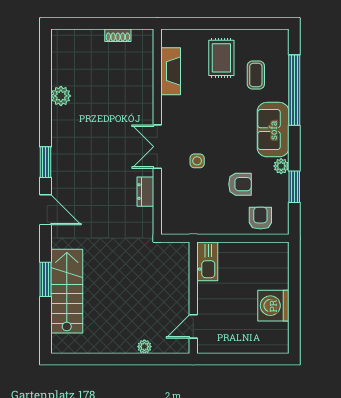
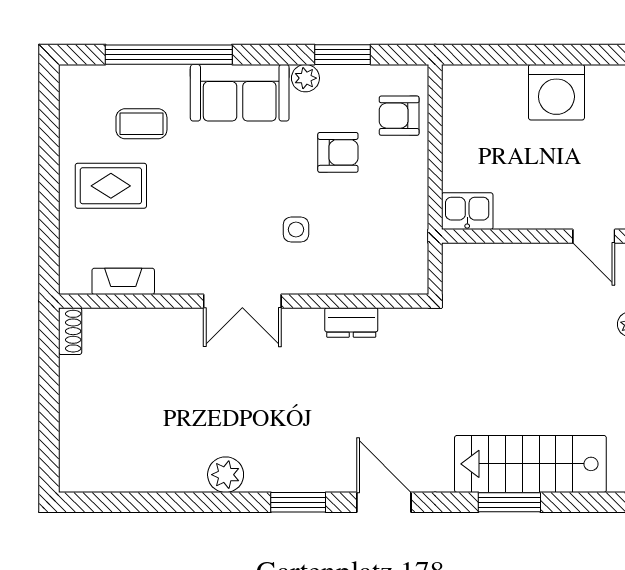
shoe rack: (118, 35) -> (70, 331), moved
fireplace: (171, 71) -> (123, 281), width x0.73, depth x0.76
plant: (61, 96) -> (226, 475), moved
double door: (157, 147) -> (242, 301), moved
armchair: (240, 184) -> (338, 152), turned 90
door: (45, 210) -> (384, 502), hinge flipped
kitchen sink: (207, 261) -> (467, 211), width x0.73

